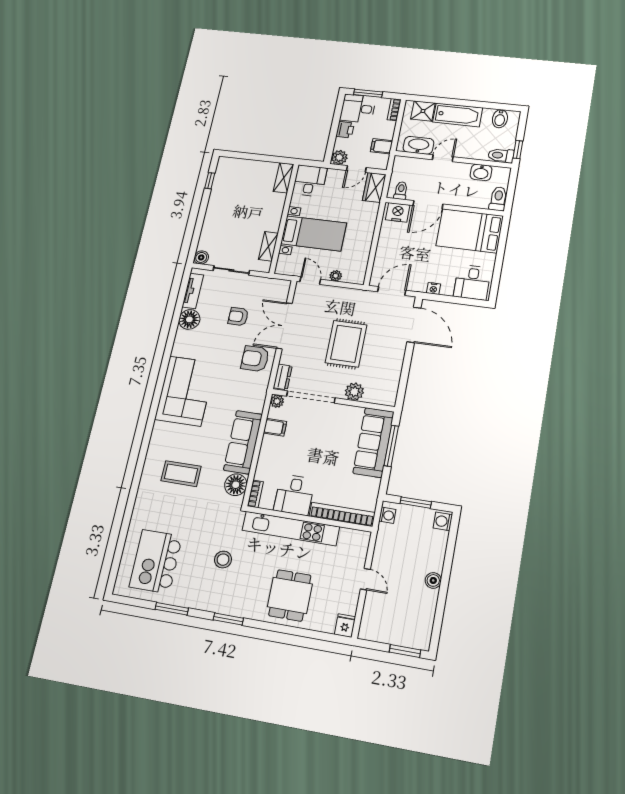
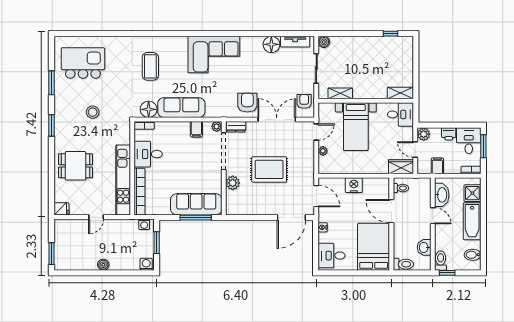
nightstand: (398, 212) -> (354, 185), moved, turned -90
armchair: (238, 317) -> (304, 101), moved
kitchen unit: (291, 529) -> (123, 180), moved

